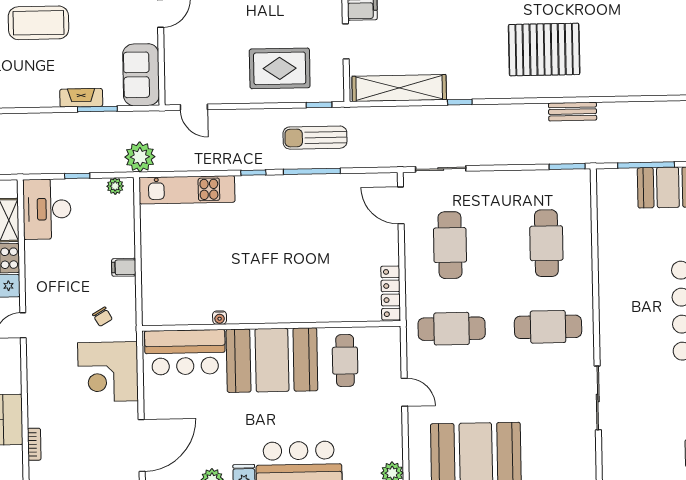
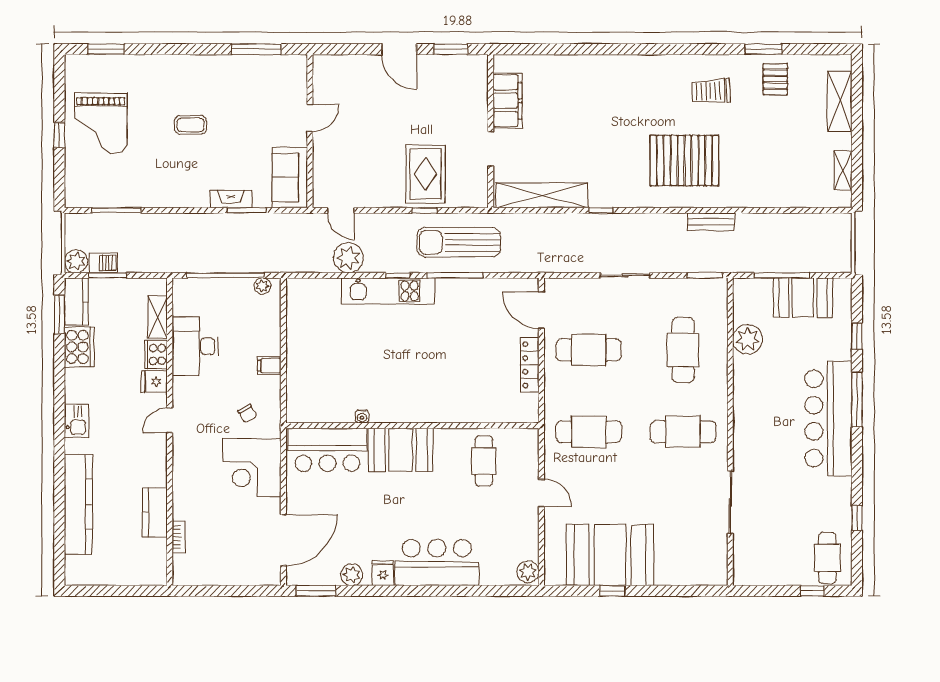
coffee table: (38, 23) -> (190, 125), width x0.54, depth x0.58
rug: (280, 68) -> (425, 174), turned 90
window: (319, 105) -> (424, 210), moved
sun lounger: (315, 138) -> (459, 242), width x1.36, depth x1.34
plant: (140, 157) -> (348, 258), moved
sliding door: (441, 169) -> (625, 275), moved
window: (77, 176) -> (225, 275), width x3.17
kitchen unit: (187, 190) -> (388, 291), moved
desk: (47, 209) -> (195, 346), moved
plant: (612, 231) -> (748, 339), added
cafe table: (450, 245) -> (589, 350), turned 90
locker: (391, 293) -> (530, 365), moved
booth: (272, 360) -> (401, 450), width x0.73, depth x0.70

